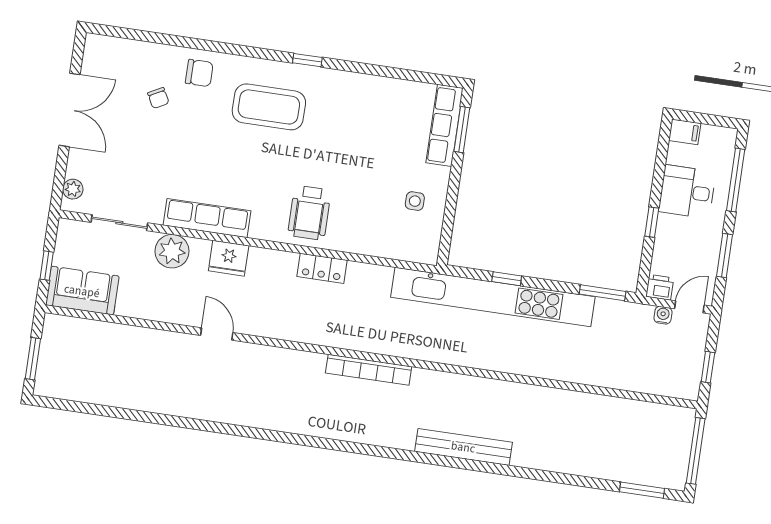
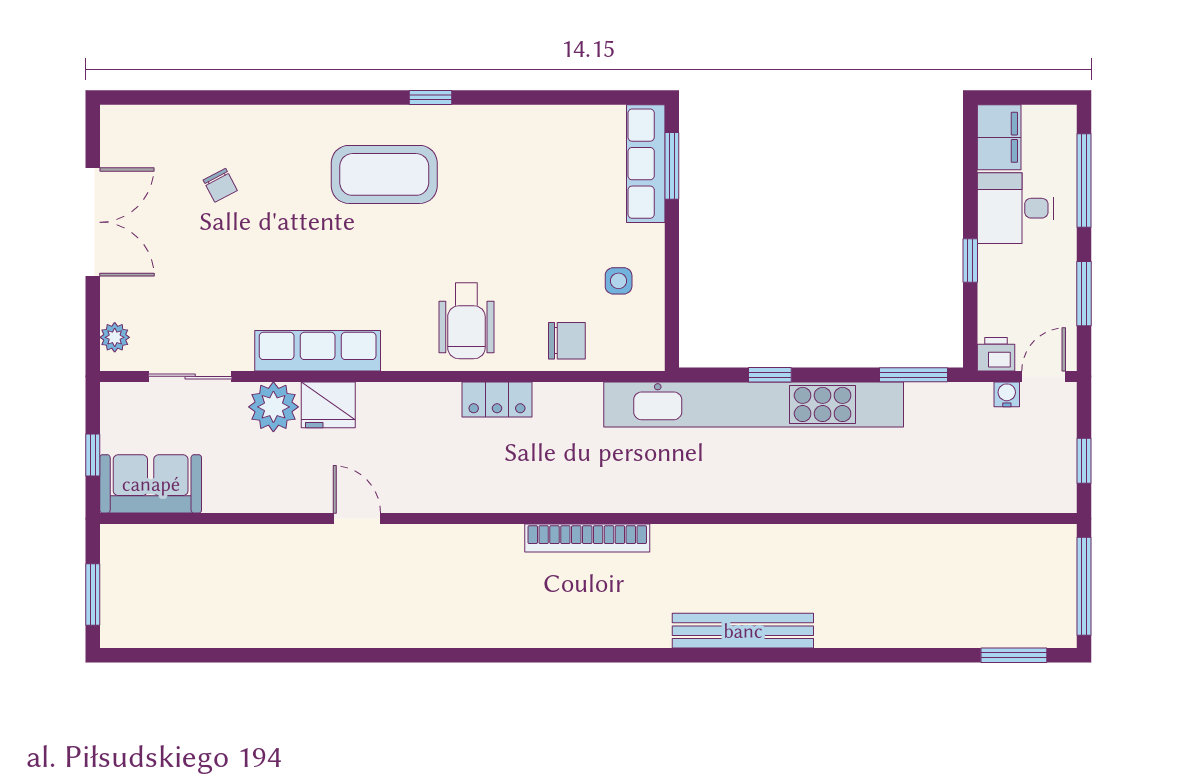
chair: (199, 73) -> (567, 341), moved
filing cabinet: (685, 132) -> (999, 137), width x2.00
fridge: (229, 258) -> (328, 405), moved

